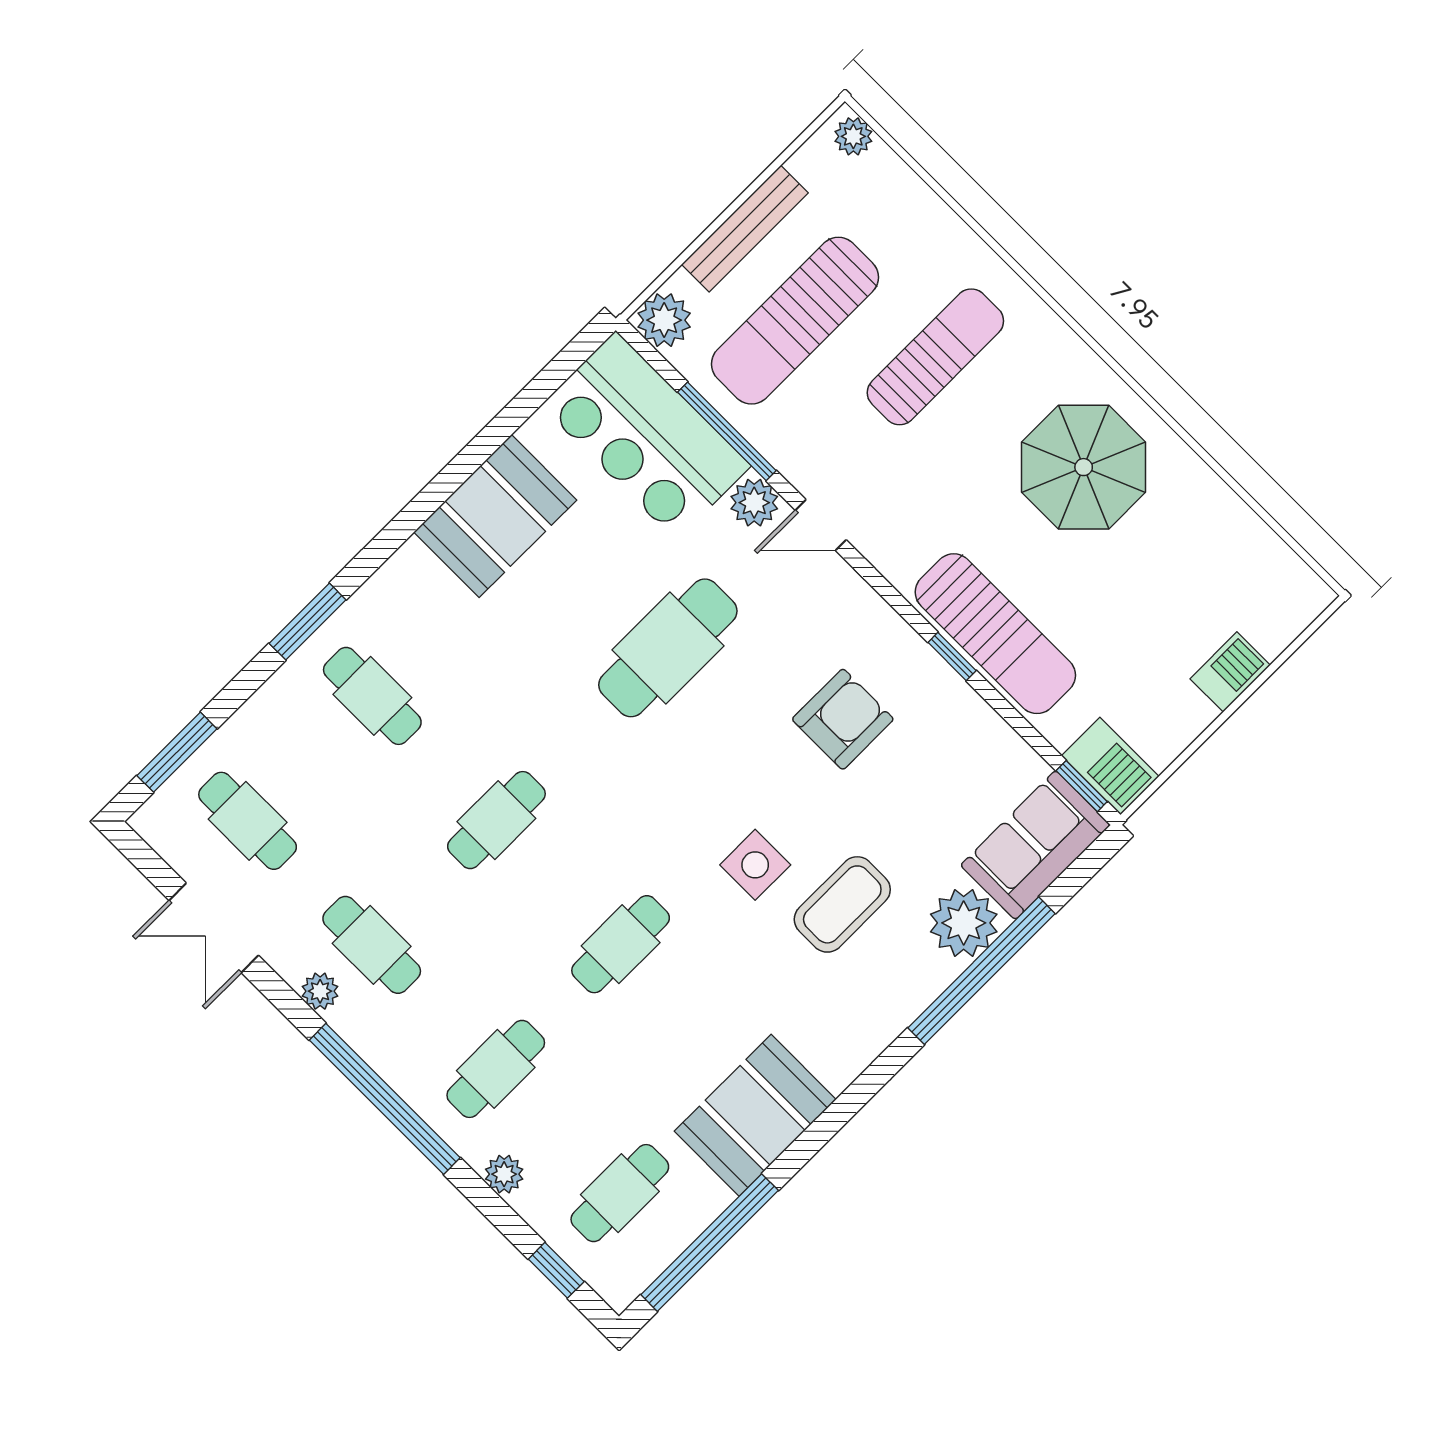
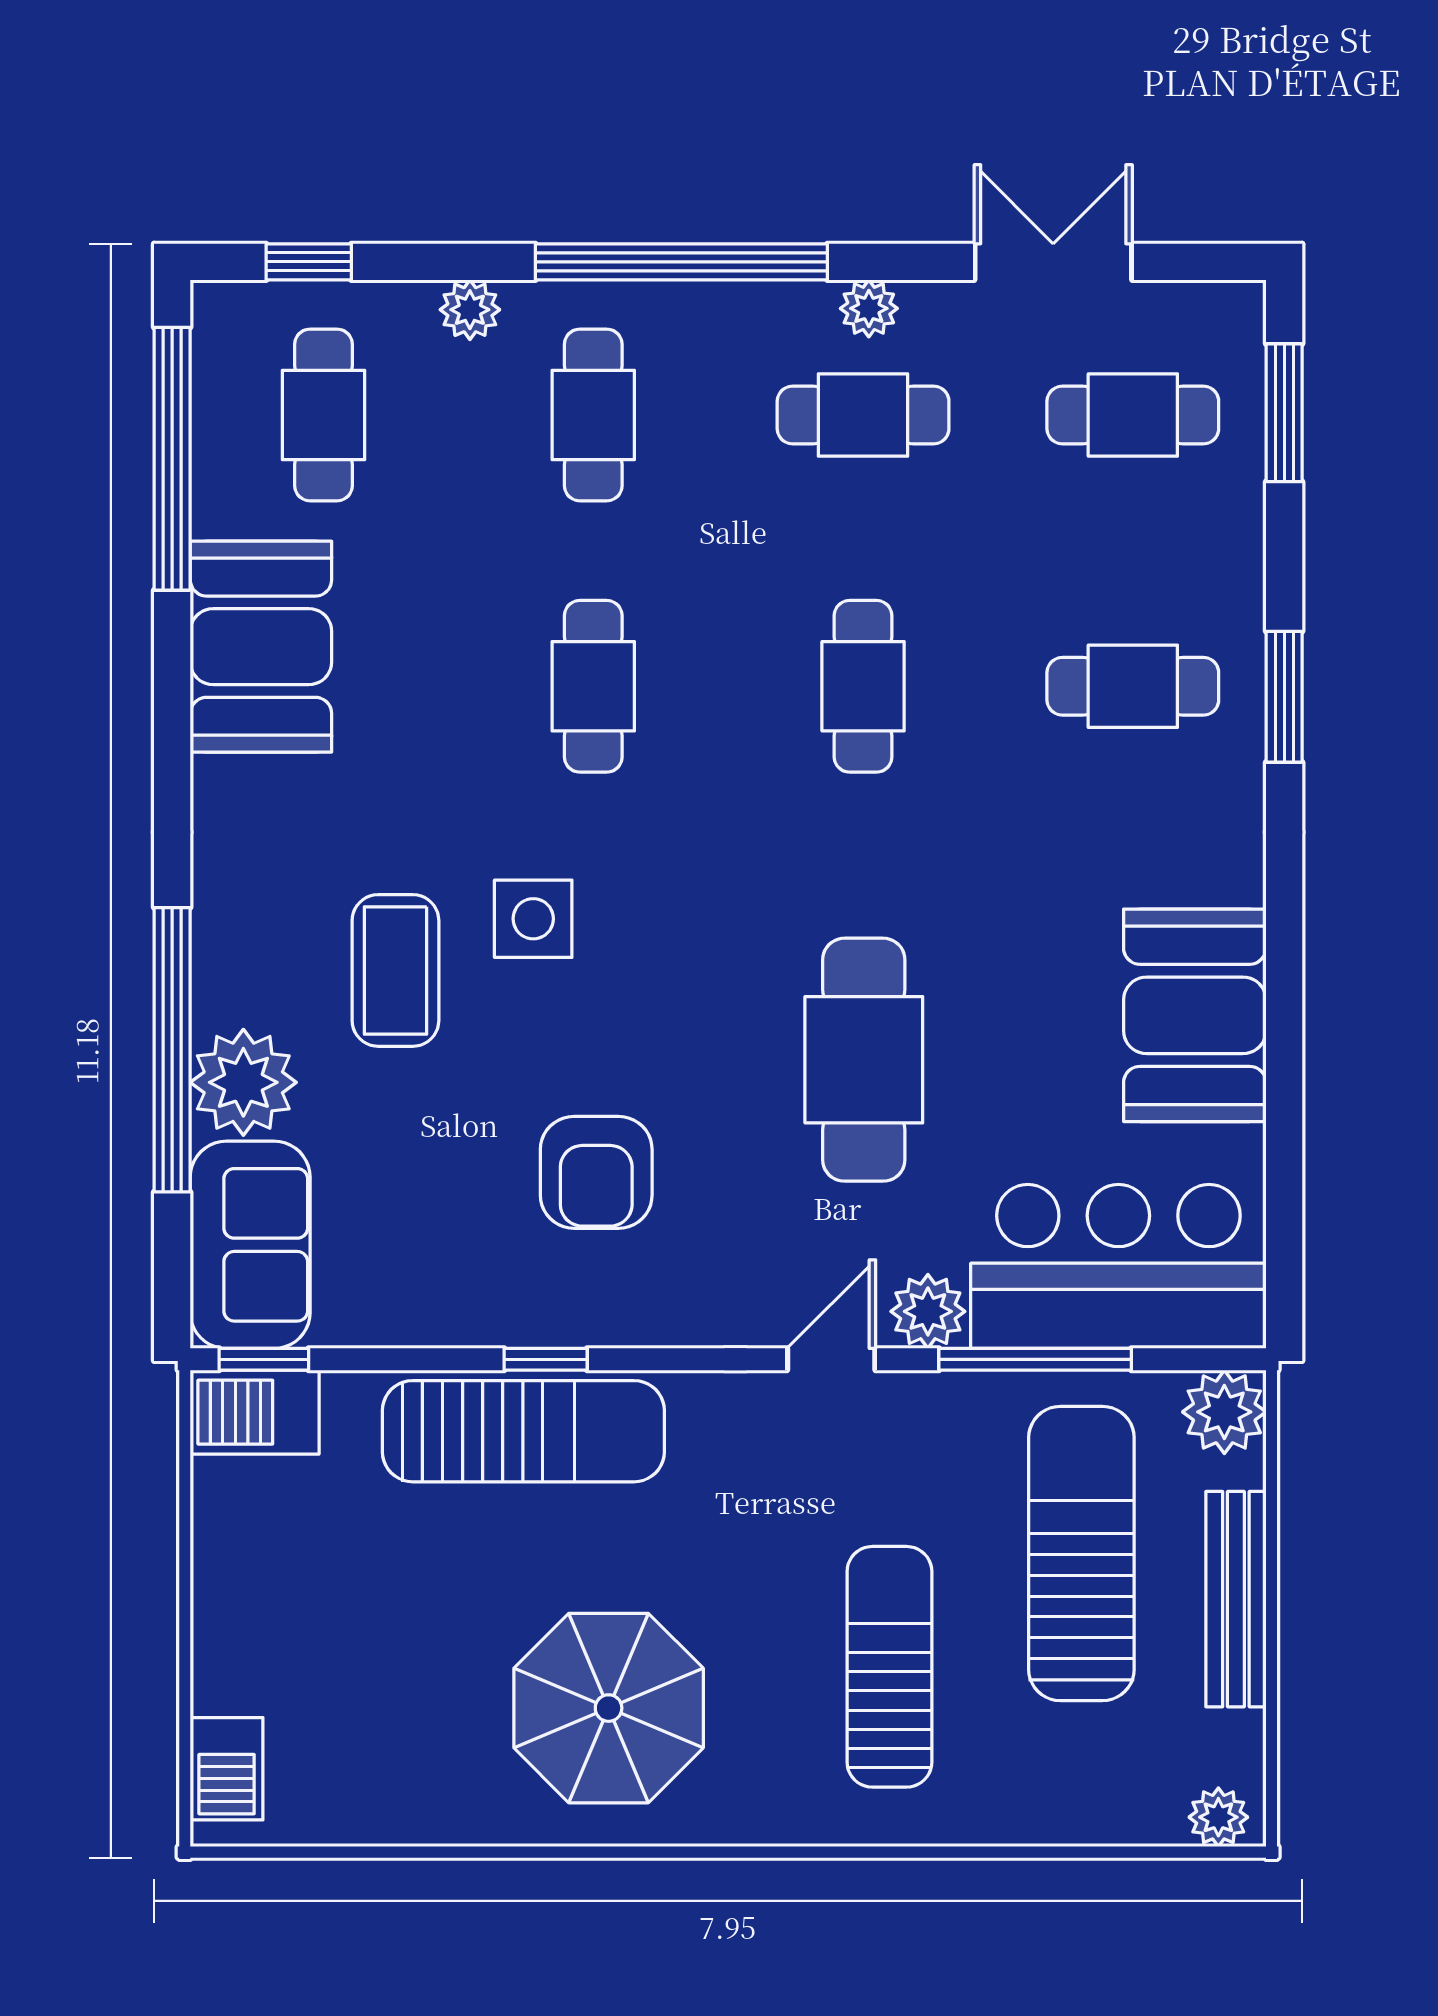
sun lounger: (935, 357) -> (889, 1667), turned 180
sun lounger: (995, 634) -> (523, 1431), turned 180
barbecue: (1230, 672) -> (227, 1769), moved

